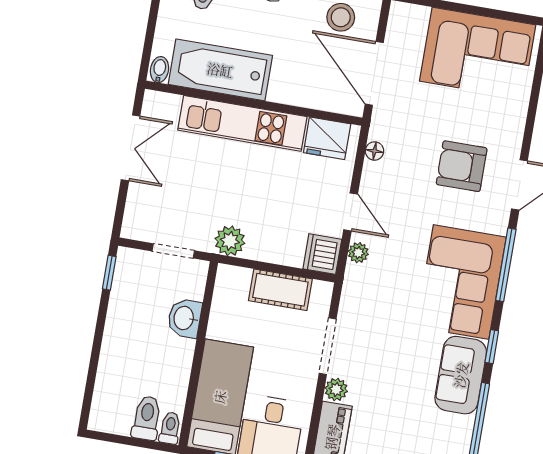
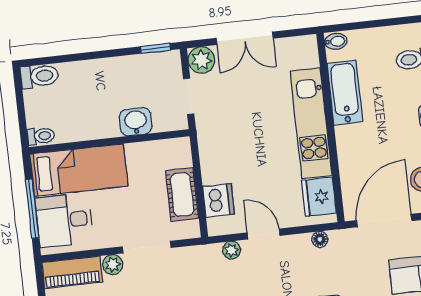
bathtub: (220, 70) -> (345, 93), width x0.73, depth x0.73
double door: (131, 148) -> (245, 38), moved
door: (351, 212) -> (263, 234), swing flipped
plant: (230, 241) -> (202, 60), moved
dishwasher: (322, 254) -> (218, 200), moved, turned 90
toilet: (147, 418) -> (39, 76), moved

